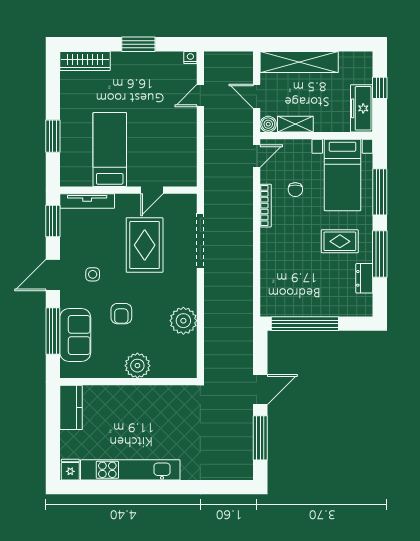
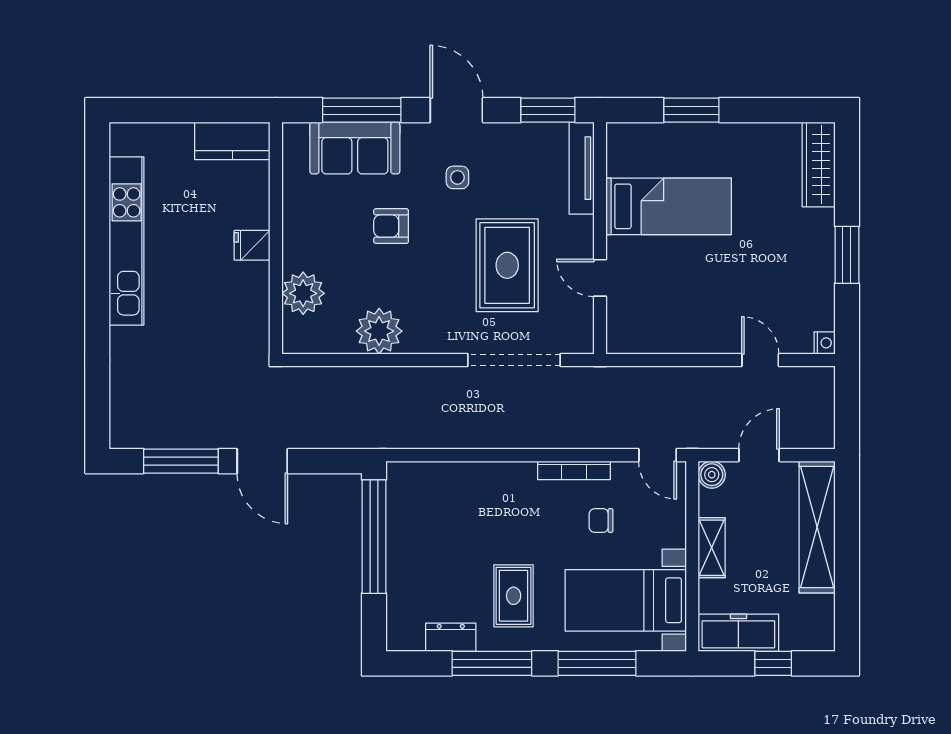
shelving: (295, 124) -> (712, 548), moved
rug: (145, 245) -> (507, 265), turned 90
plant: (137, 366) -> (303, 293), moved
fridge: (70, 470) -> (252, 245), moved, turned 180

